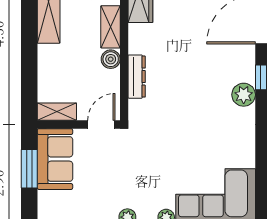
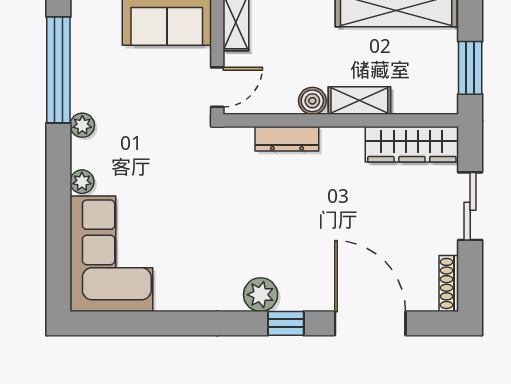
door: (101, 124) -> (217, 87), hinge flipped

